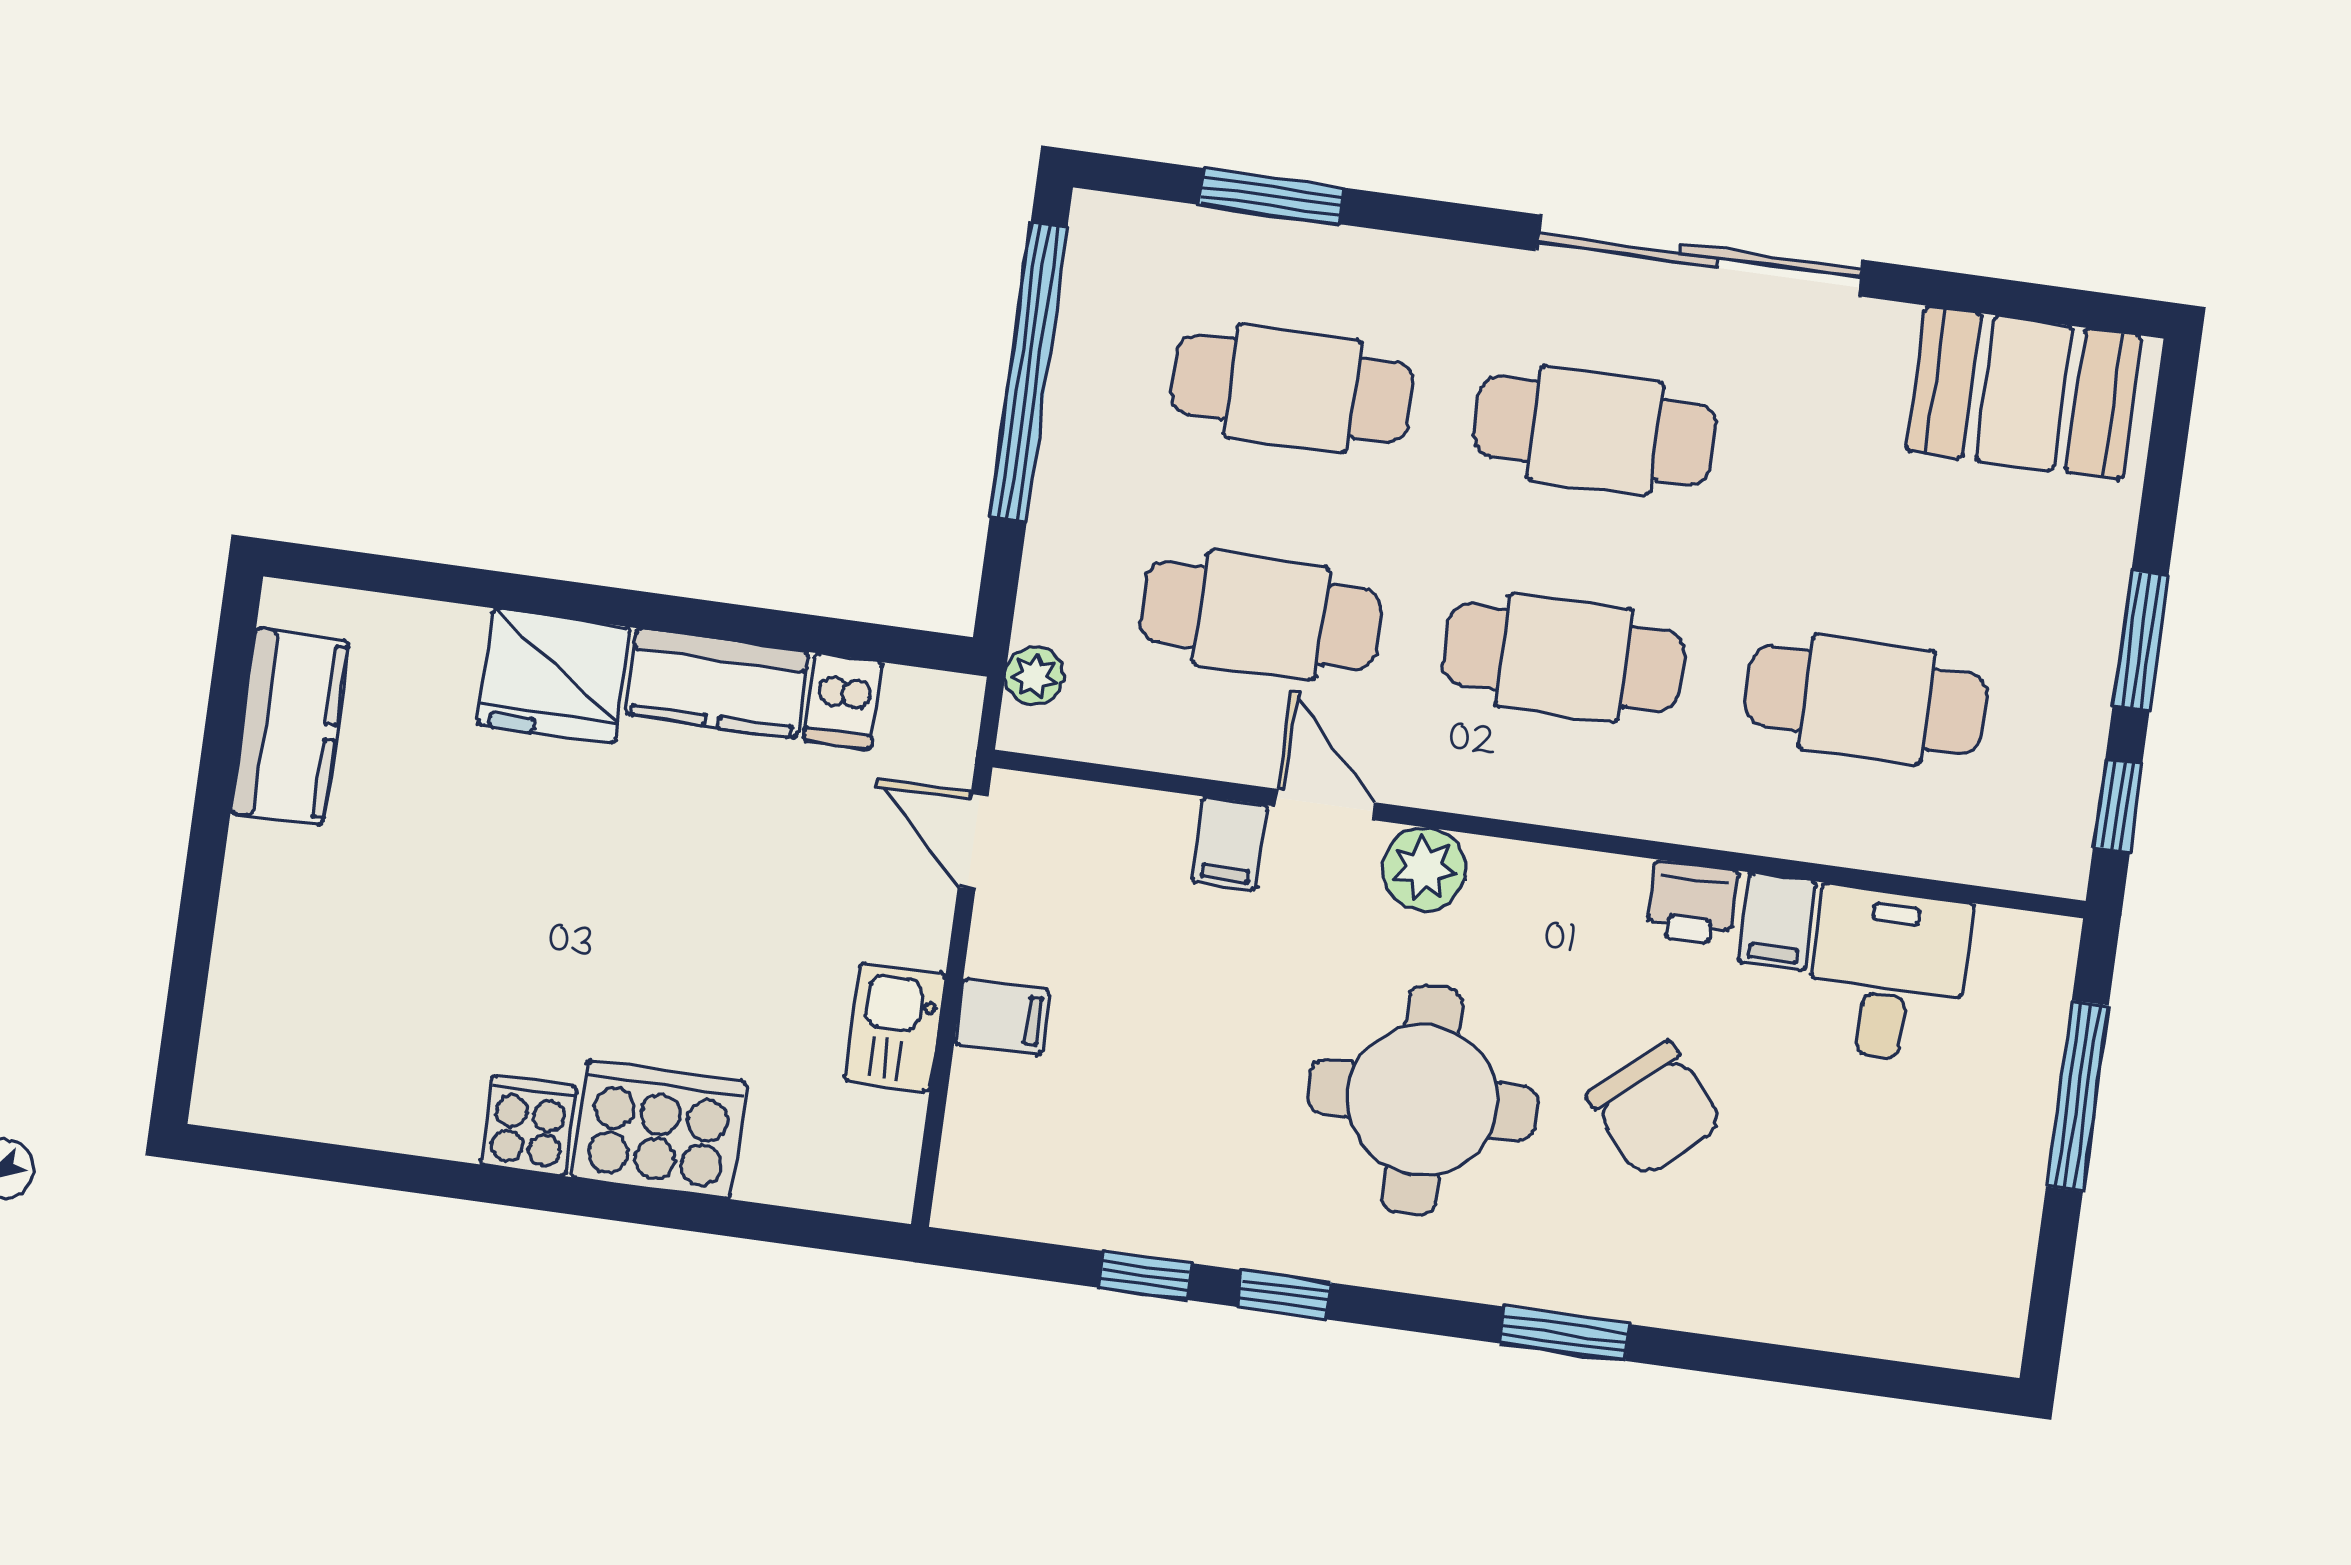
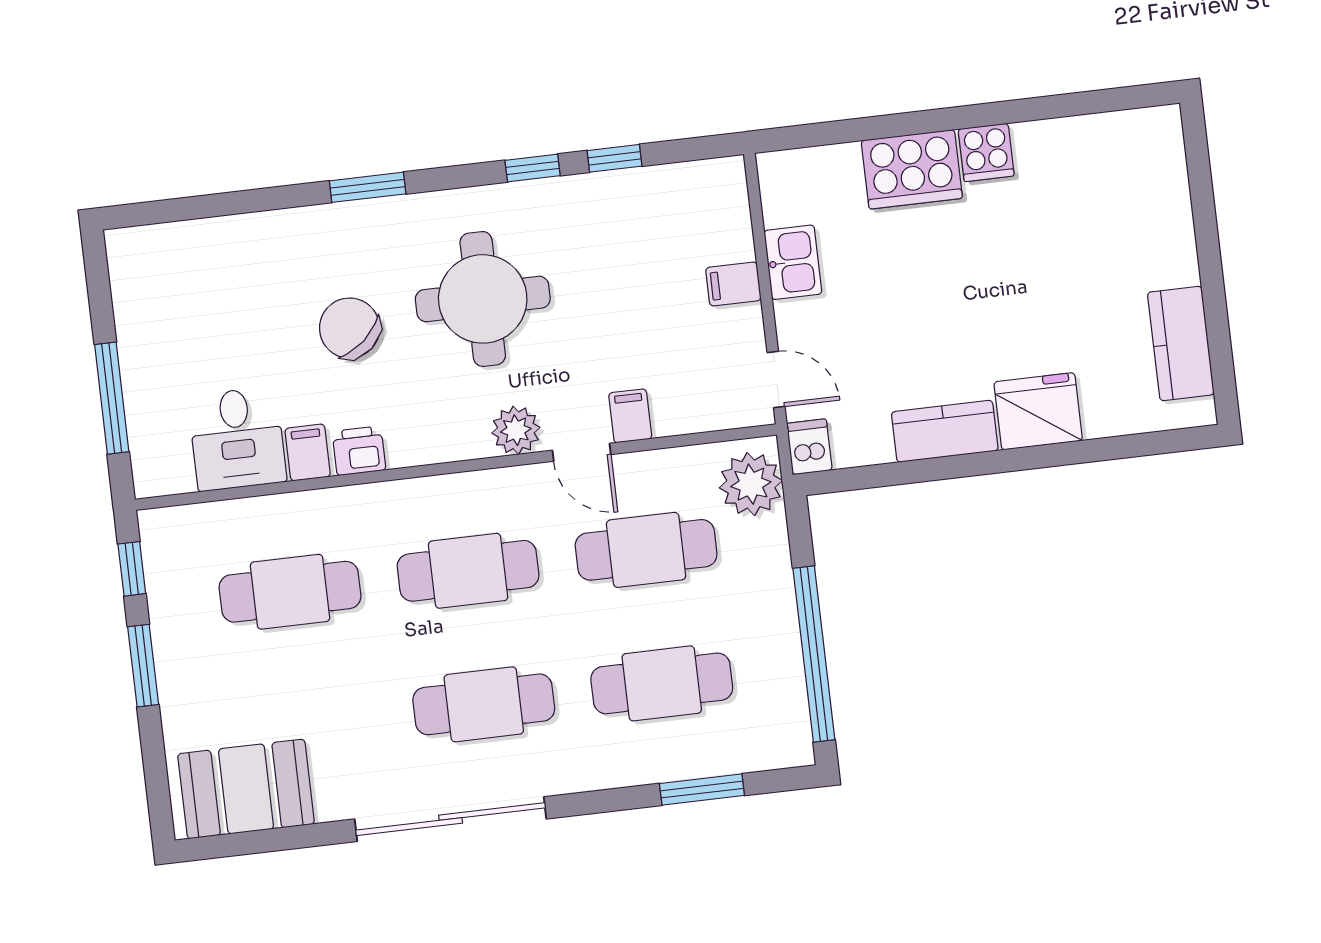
plant: (1034, 676) -> (751, 484), width x1.88, depth x1.88
dishwasher: (843, 701) -> (809, 447), moved

